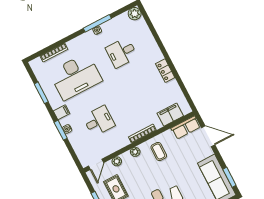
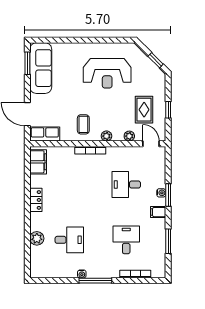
plant: (135, 14) -> (37, 238), moved
window: (97, 23) -> (95, 281), moved
desk: (76, 76) -> (126, 240), width x0.53, depth x0.77
filing cabinet: (170, 115) -> (38, 162), moved, turned -90
door: (96, 164) -> (151, 144), hinge flipped

